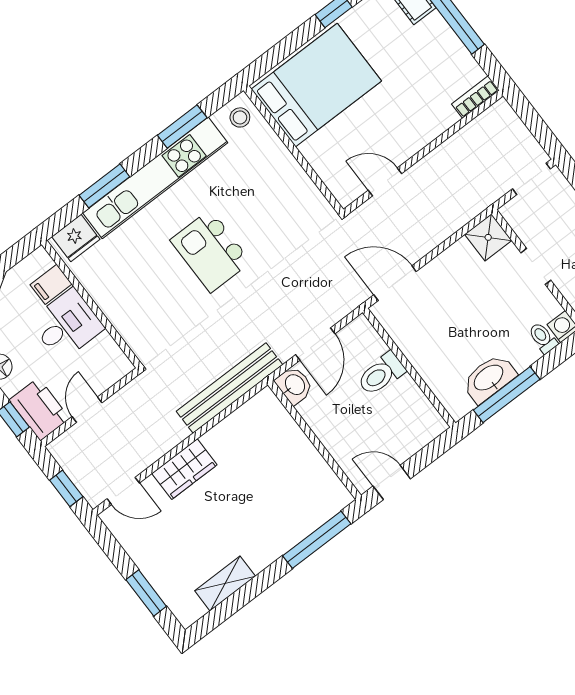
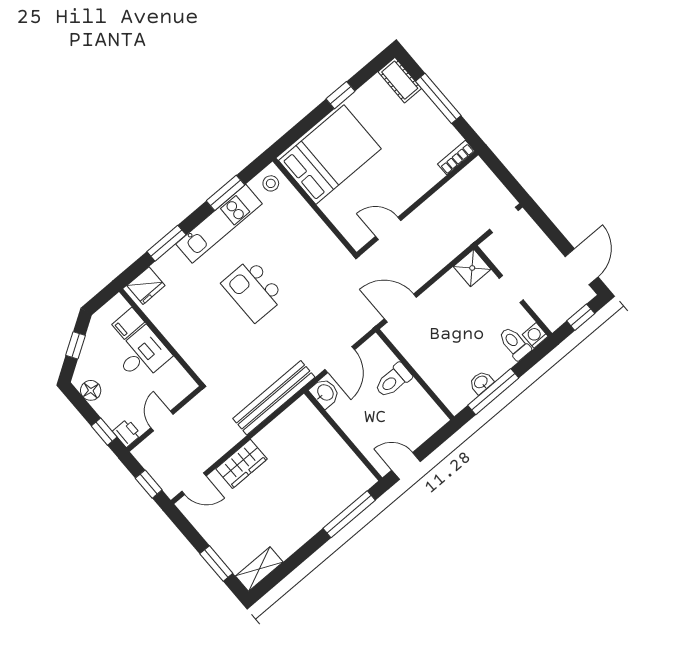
kitchen unit: (155, 178) -> (219, 224), width x0.73
toilet: (543, 338) -> (515, 343), width x1.37, depth x1.39
washbasin: (489, 378) -> (481, 382), width x0.52, depth x0.69
printer: (39, 409) -> (127, 433), width x0.53, depth x0.68
shelving: (225, 583) -> (259, 569), moved

